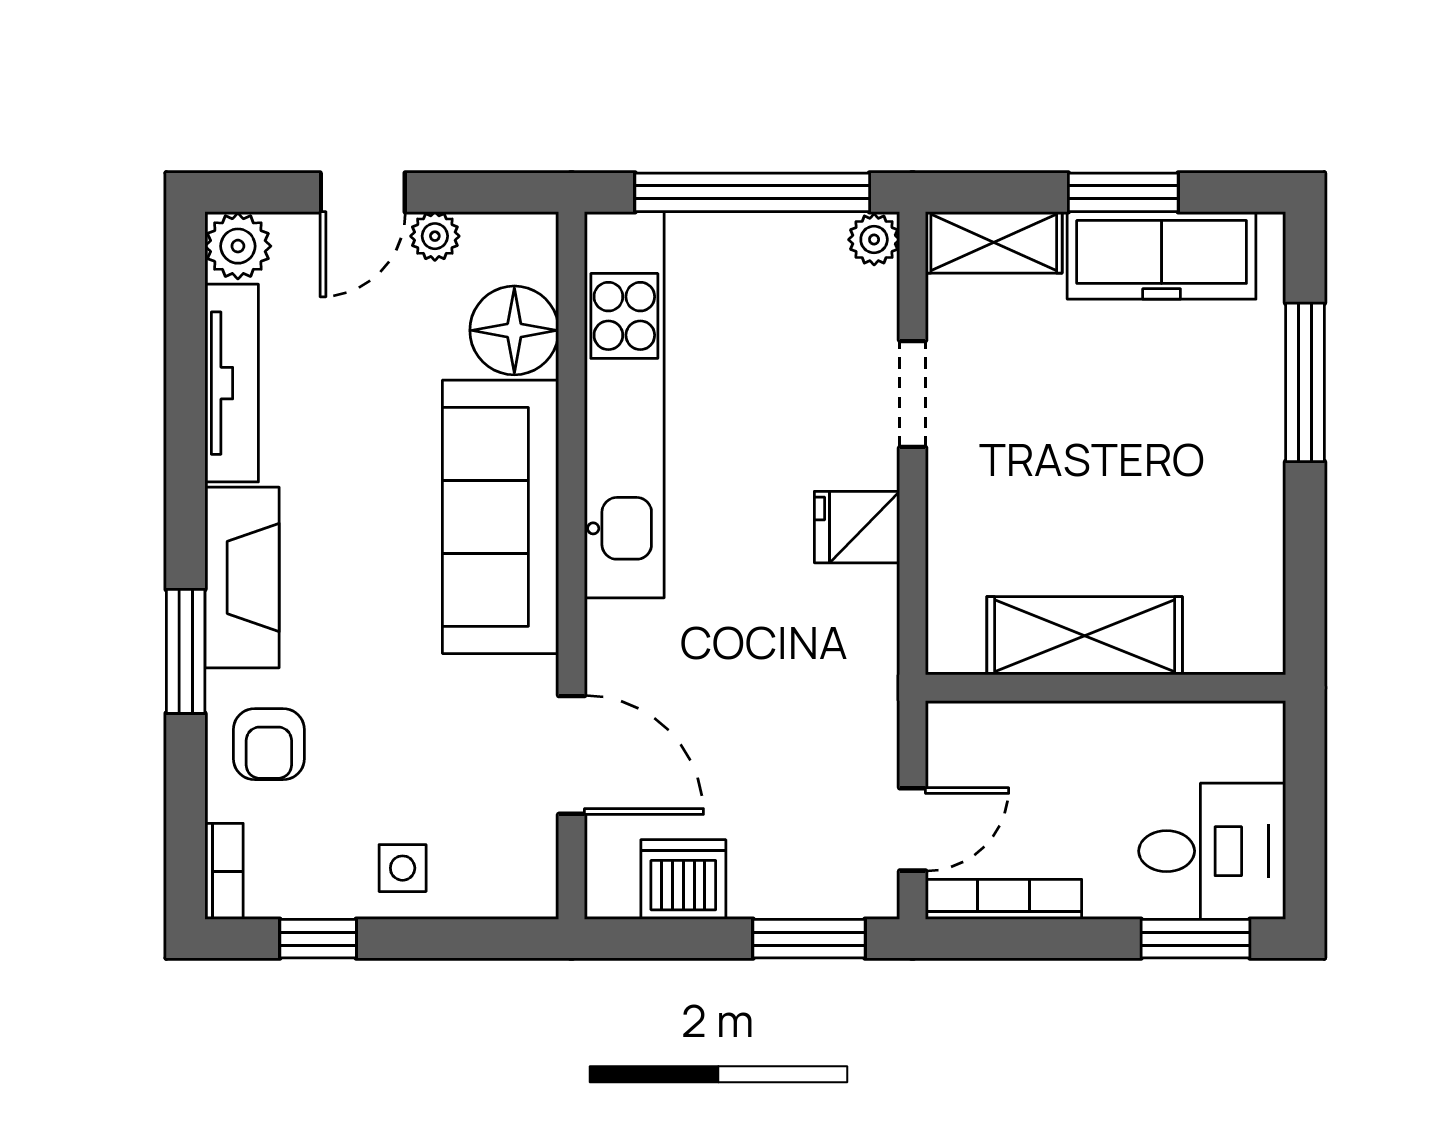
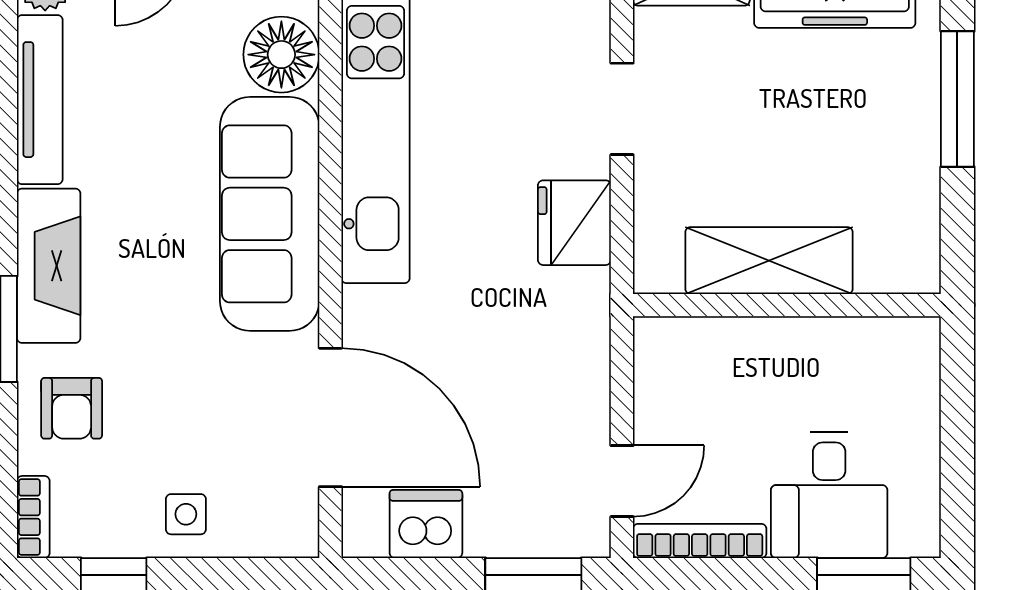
fridge: (857, 527) -> (574, 223), width x1.38
shelving: (1085, 636) -> (769, 261), moved
wall: (1106, 688) -> (787, 305), moved
door: (572, 755) -> (330, 417), width x1.36
desk: (1212, 851) -> (829, 495), moved, turned 90

